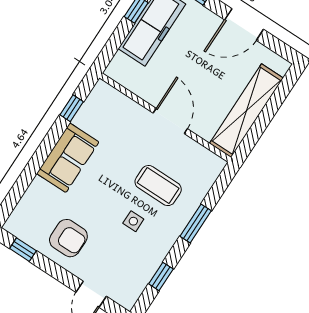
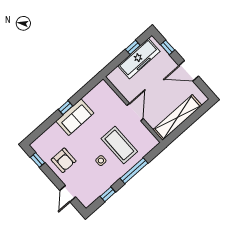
window: (72, 108) -> (66, 108), moved
coffee table: (158, 186) -> (119, 145), width x1.36, depth x1.32
window: (196, 223) -> (134, 171), width x1.44

